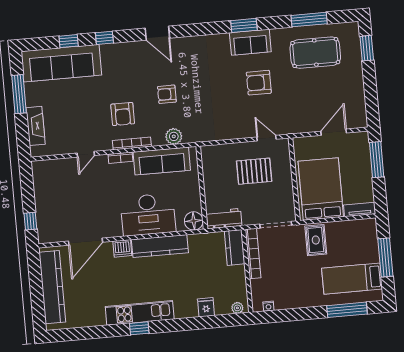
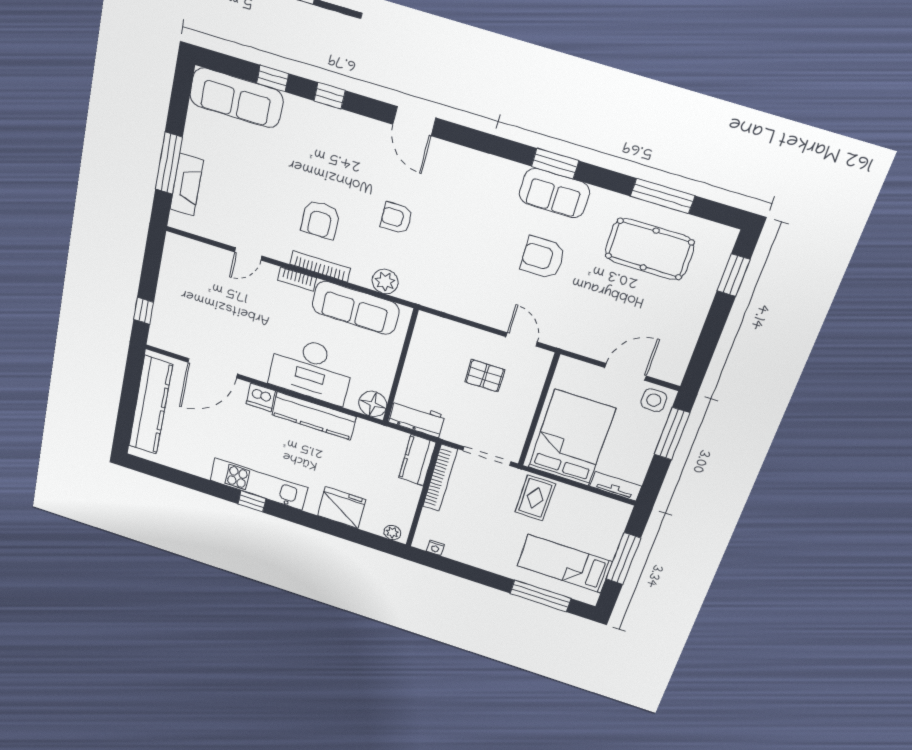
sofa: (61, 63) -> (236, 98), width x0.74, depth x0.79
window: (19, 94) -> (169, 163), moved
side table: (357, 143) -> (654, 400), added
pallet: (254, 171) -> (485, 376), width x0.67, depth x0.71
fridge: (206, 307) -> (342, 508), width x1.88, depth x1.34

